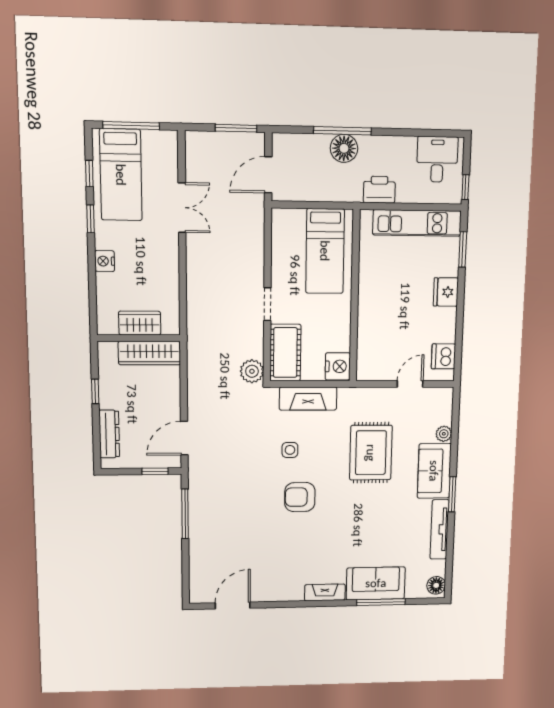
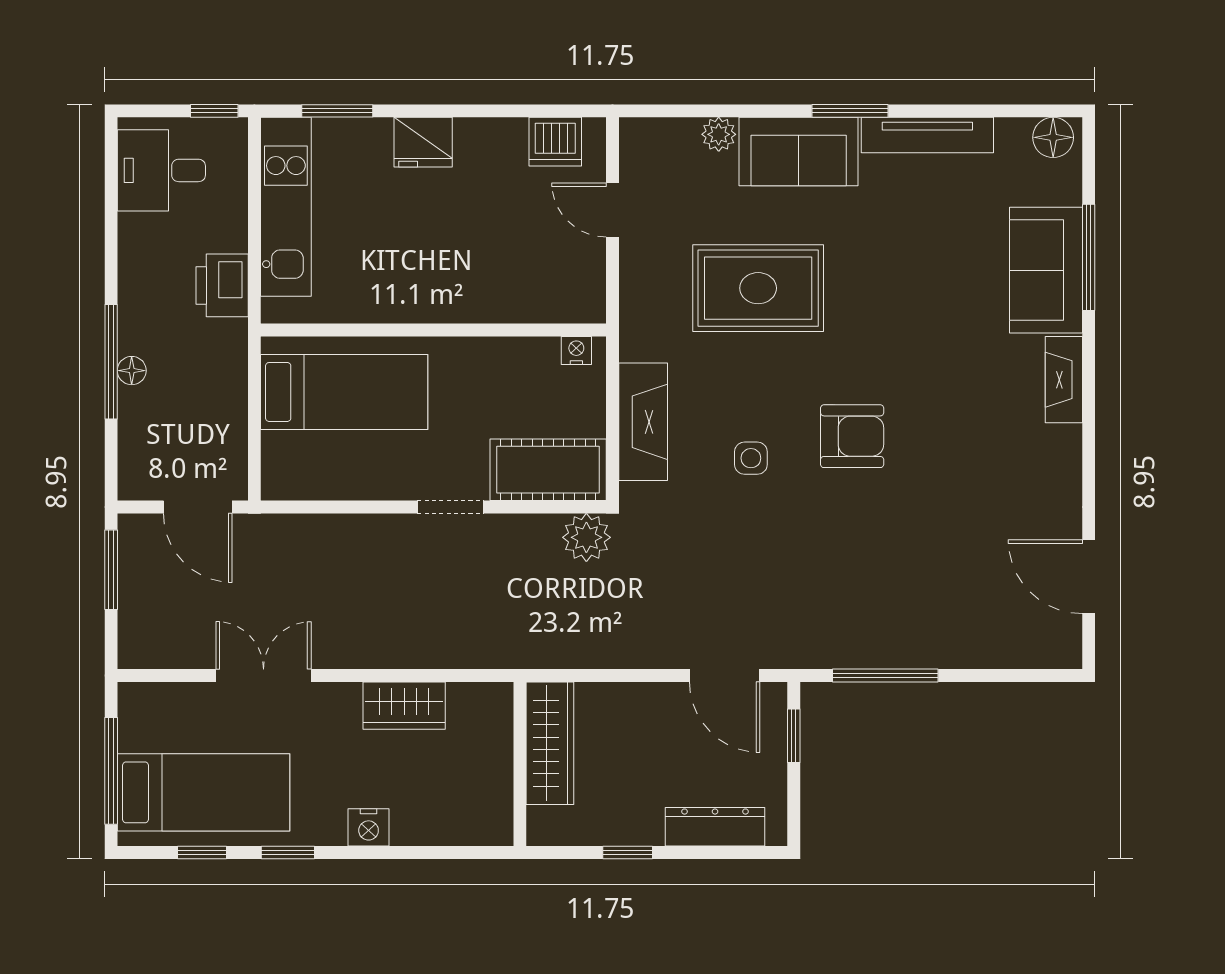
floor lamp: (344, 148) -> (132, 371), width x0.53, depth x0.53
wardrobe: (140, 323) -> (404, 706), moved, turned -90
nightstand: (338, 366) -> (576, 350), width x0.53, depth x0.56
armchair: (300, 497) -> (852, 436), turned -90

